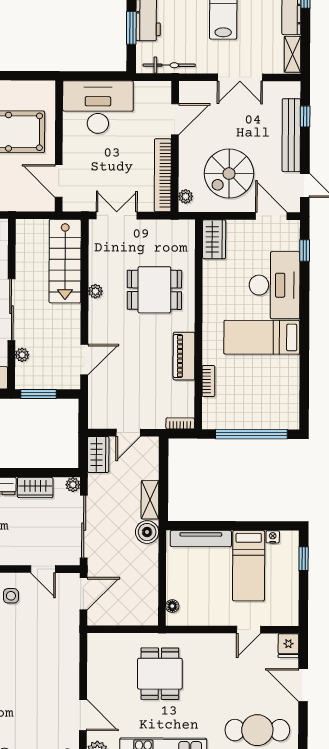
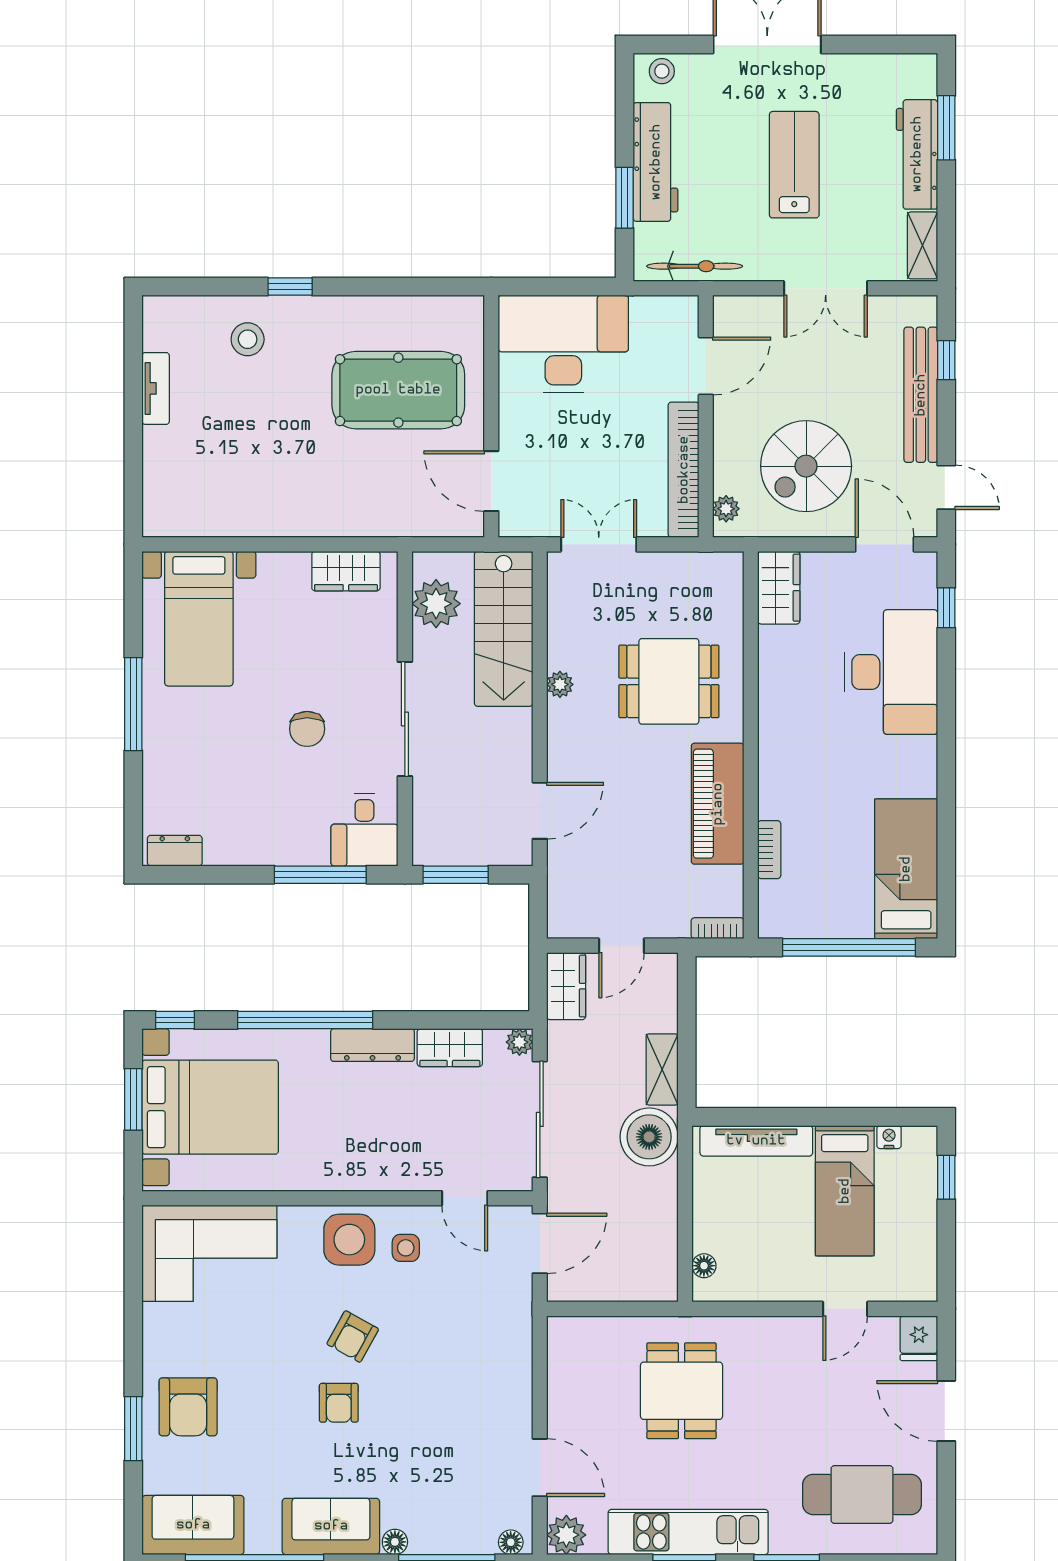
bed: (262, 337) -> (906, 869), moved, turned 90
plant: (22, 355) -> (436, 604), moved, width x1.88, depth x1.88
piano: (184, 356) -> (718, 804), width x1.37, depth x1.33
boiler: (147, 532) -> (649, 1137), width x1.37, depth x1.37

